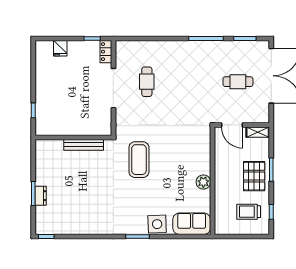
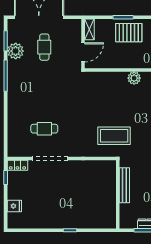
plant: (234, 49) -> (16, 51), added
wall: (73, 137) -> (118, 194), moved
bench: (84, 145) -> (124, 185), moved

